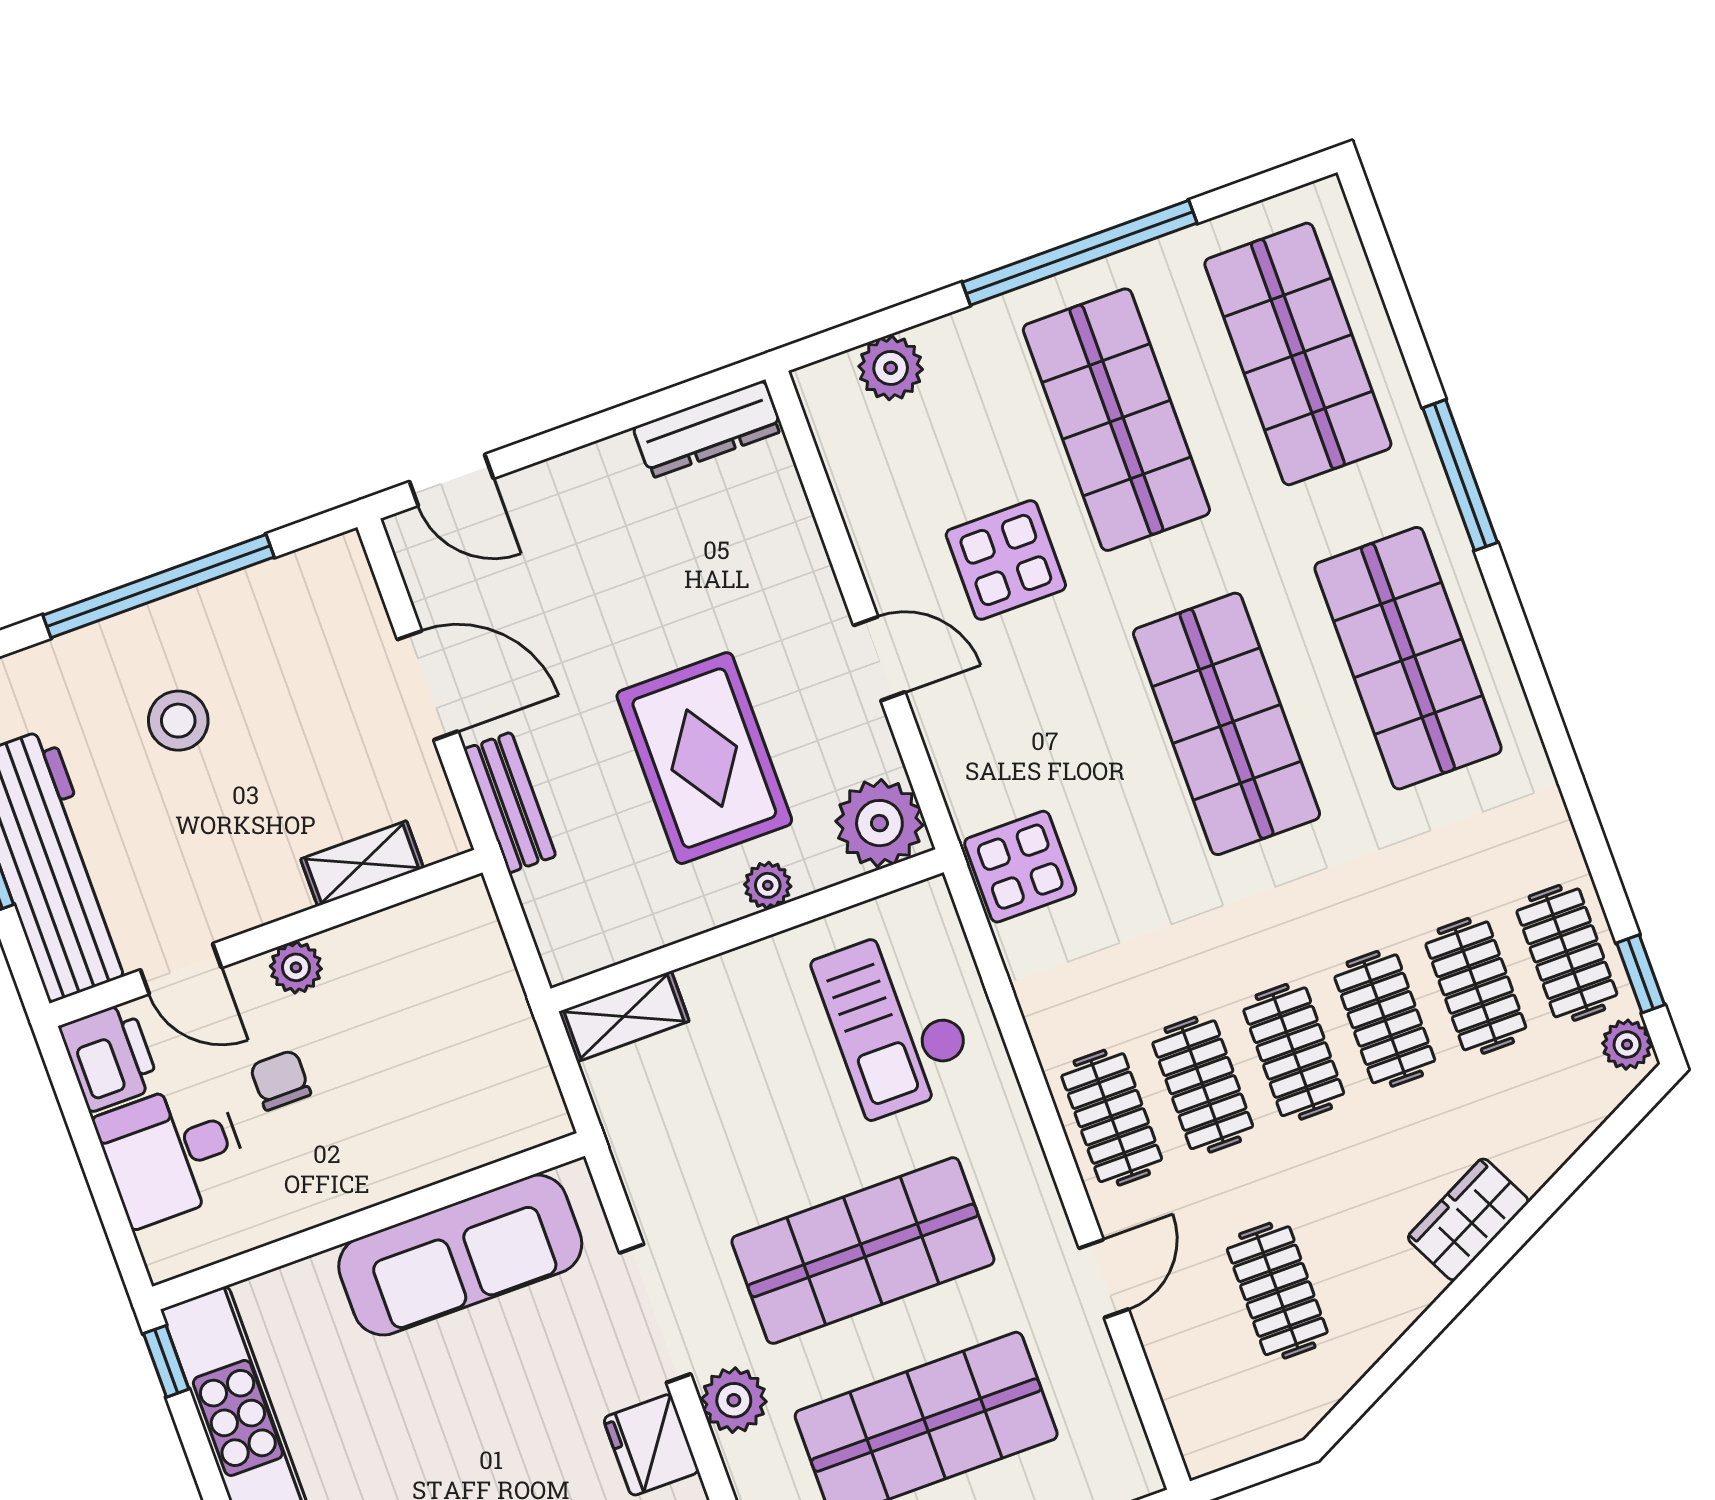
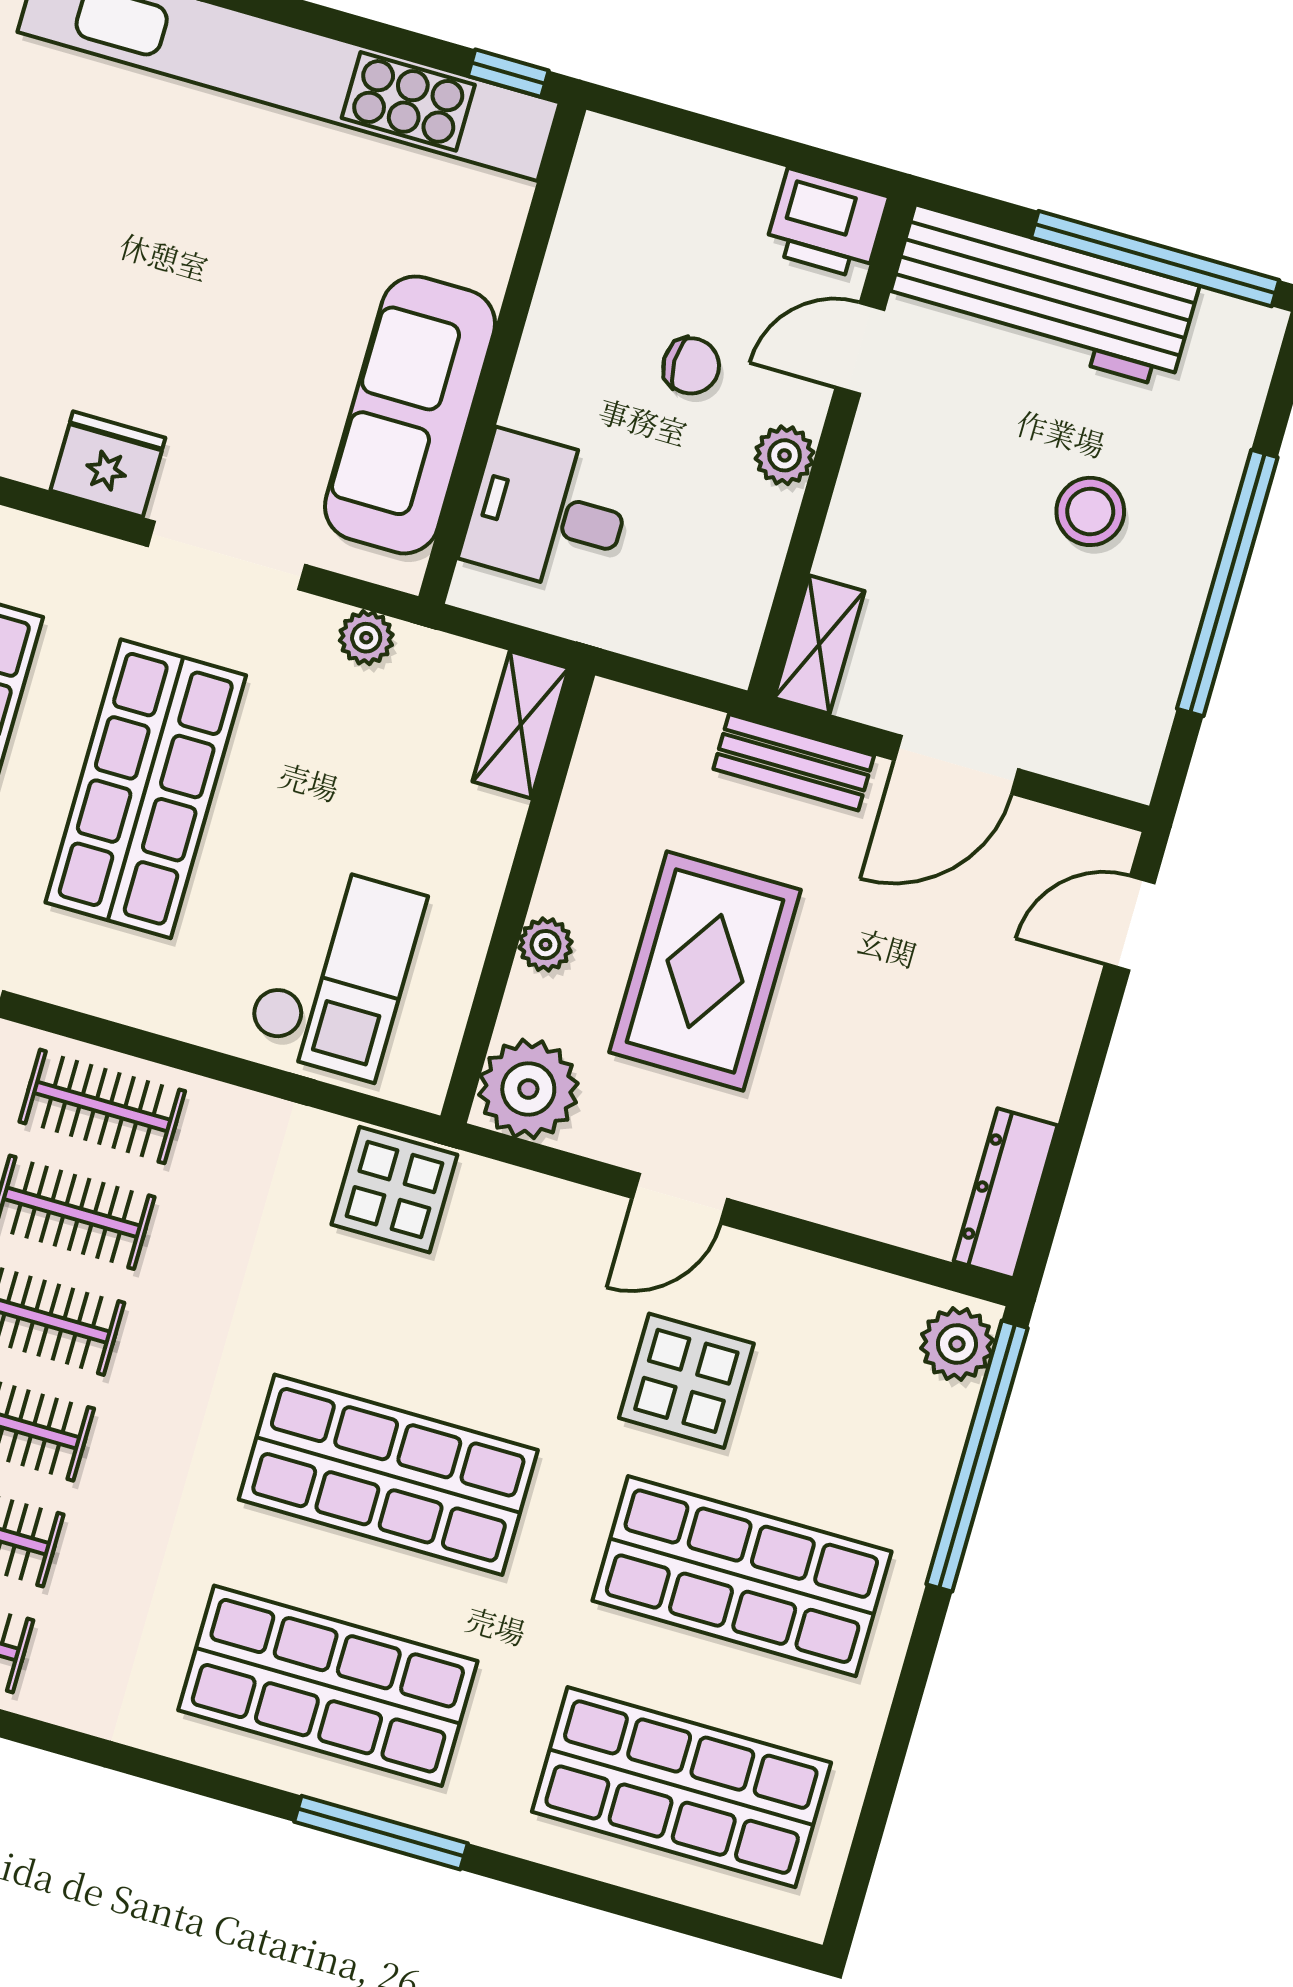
window: (1080, 253) -> (977, 1456), moved
plant: (891, 368) -> (957, 1344), moved
window: (1460, 475) -> (381, 1833), moved
rug: (704, 758) -> (705, 971), turned 90
shelving: (362, 863) -> (819, 644), moved
checkout: (895, 1021) -> (335, 971), turned 90
desk: (173, 1153) -> (548, 513), moved, turned -90
plant: (734, 1400) -> (366, 638), moved, width x0.73, depth x0.73

